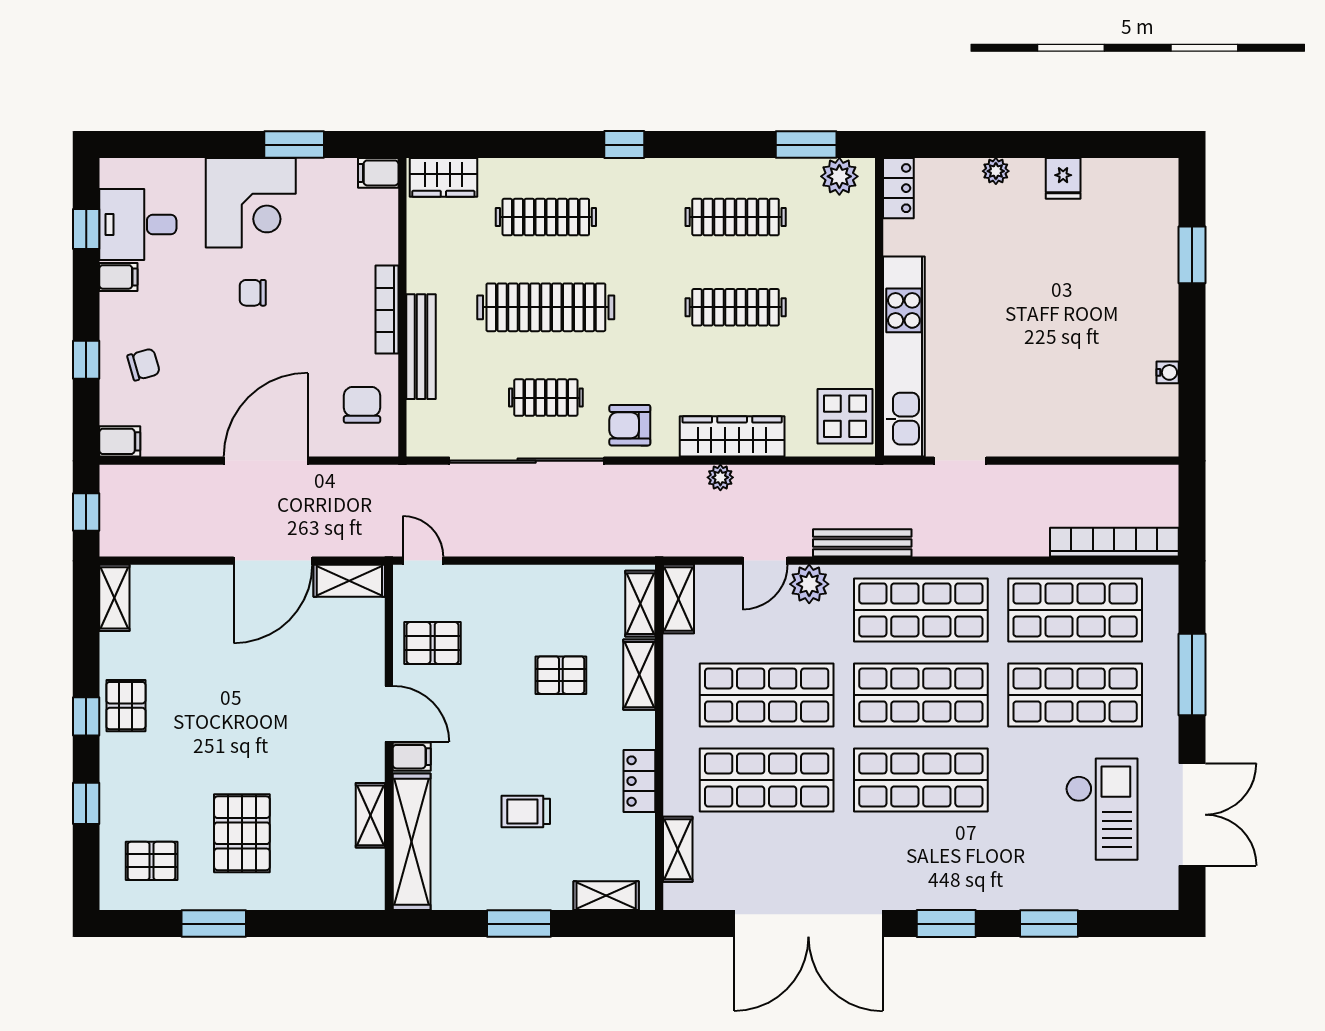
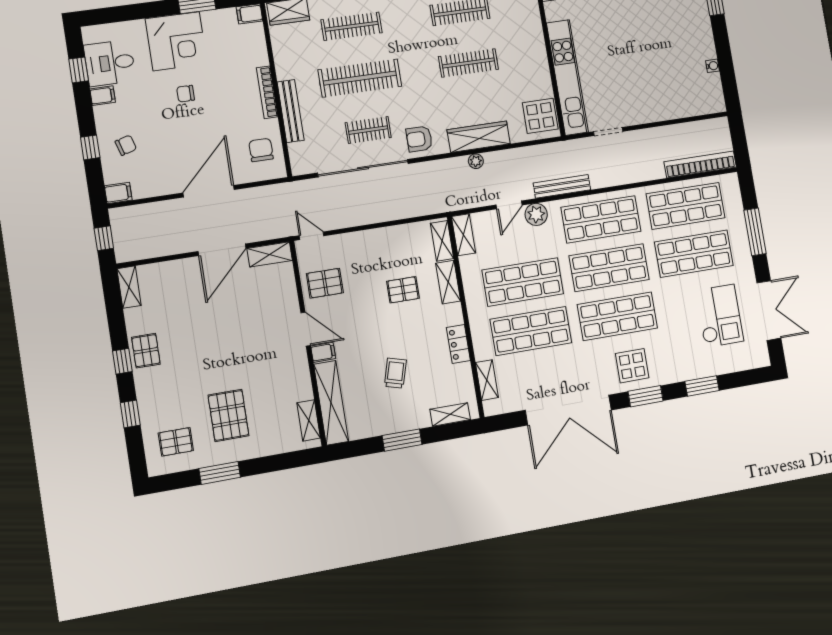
trolley: (526, 811) -> (395, 373), turned 106
shelving: (370, 815) -> (309, 420), moved
display table: (932, 868) -> (632, 366), added

